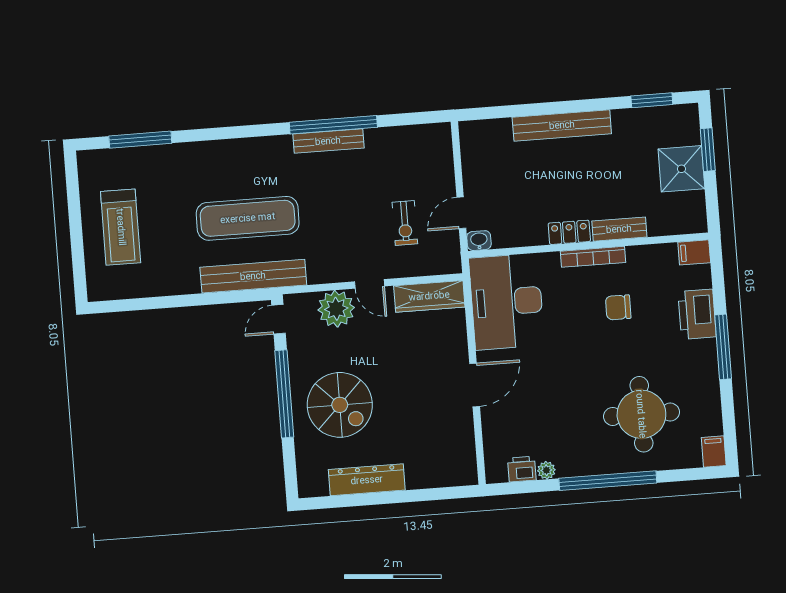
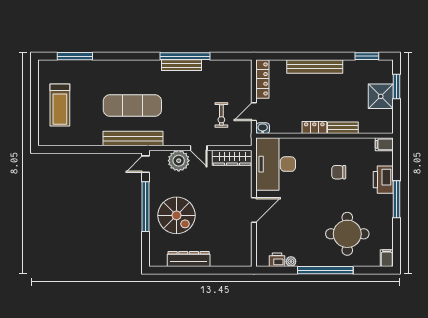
locker: (472, 154) -> (262, 79), added
bookcase: (593, 257) -> (327, 142), removed

